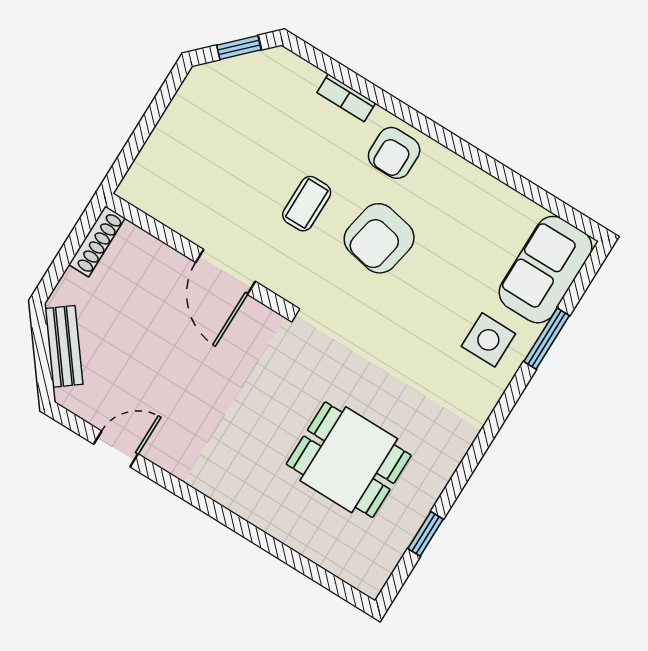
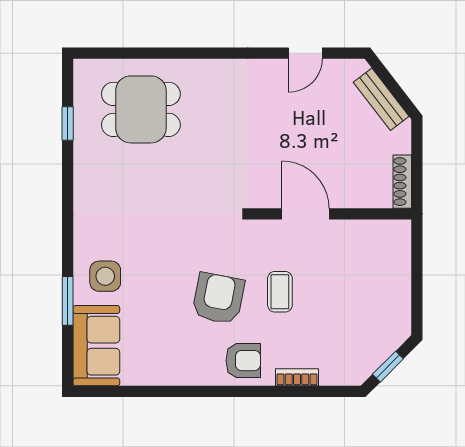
armchair: (394, 153) -> (243, 361), turned 90
dining table: (349, 460) -> (141, 109), moved

